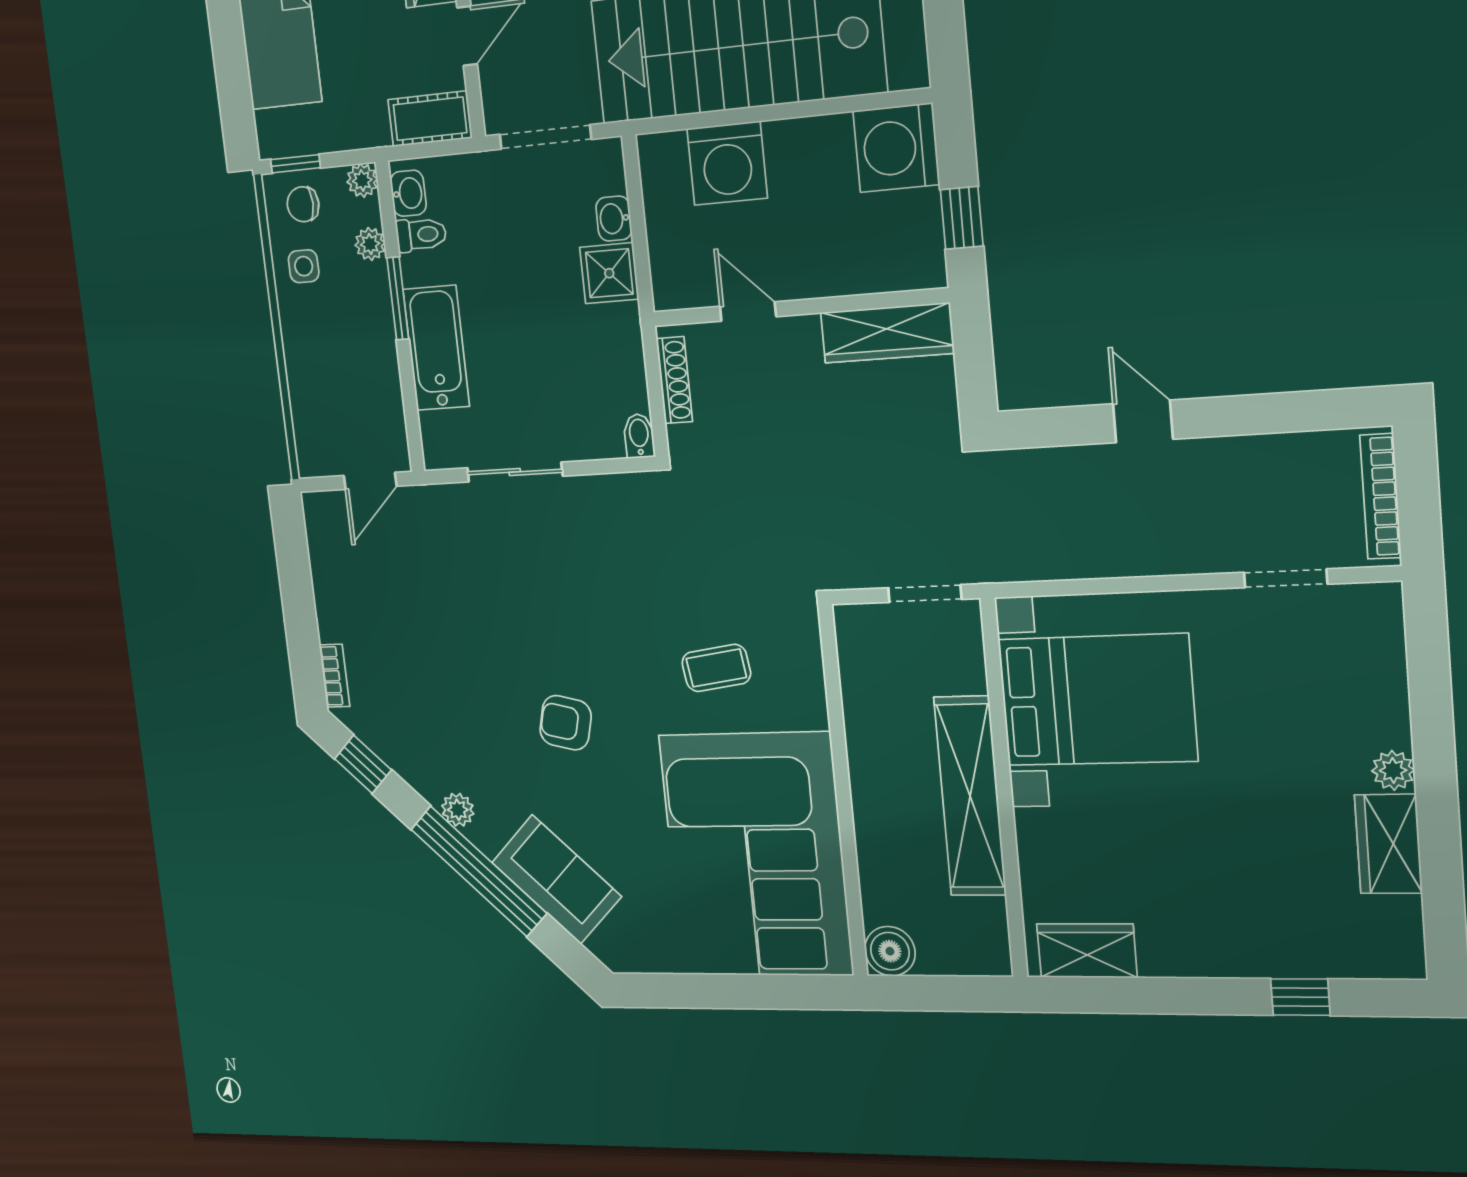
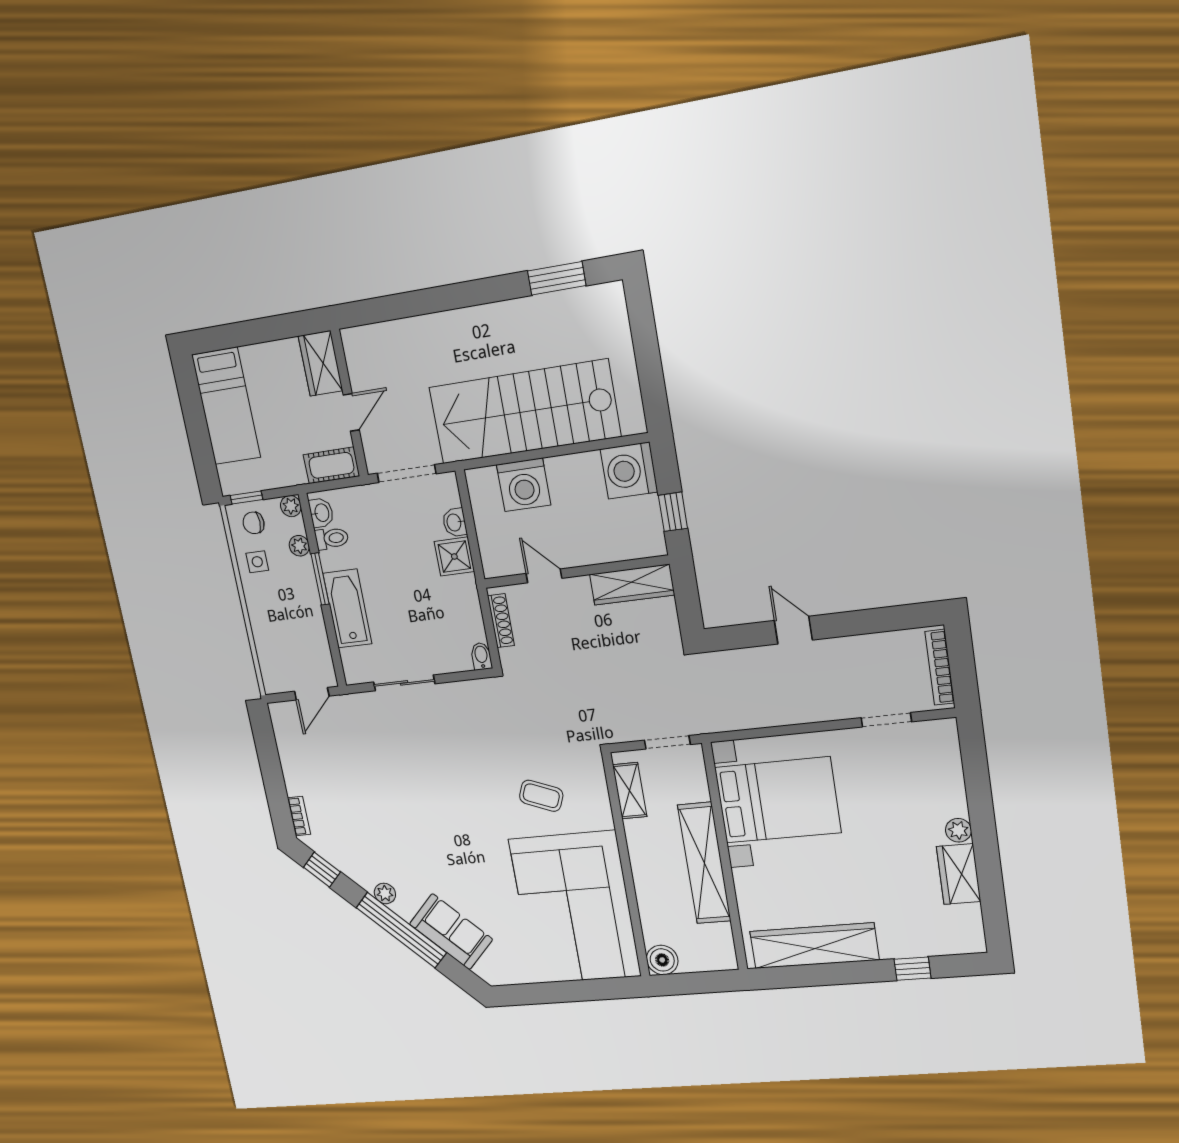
coffee table: (716, 668) -> (541, 796), turned 30
shelving: (858, 669) -> (630, 791), added
armchair: (566, 723) -> (449, 835), removed
wardrobe: (1087, 951) -> (814, 946), width x2.10, depth x1.17

